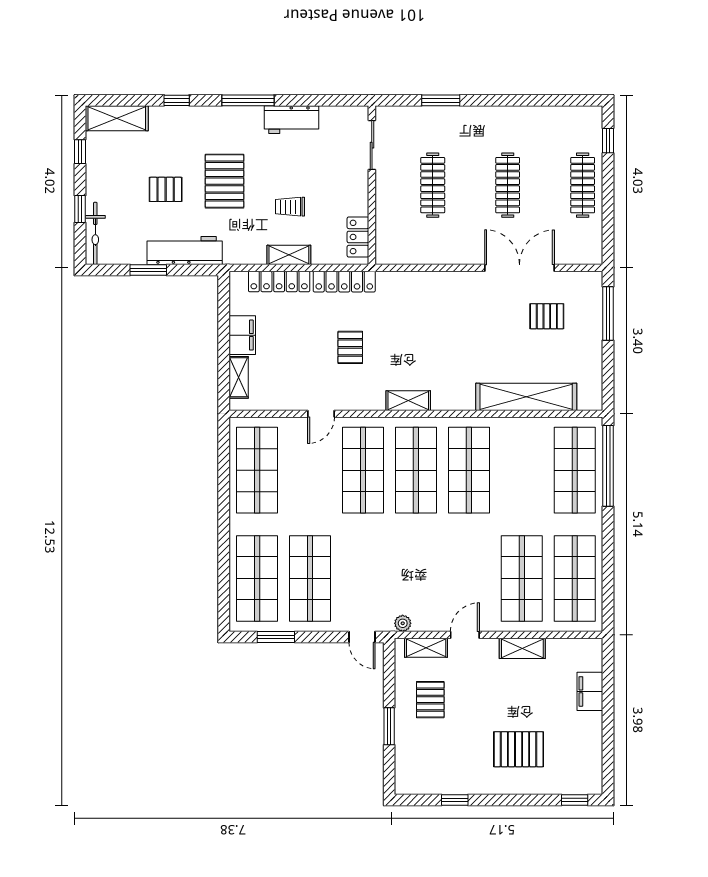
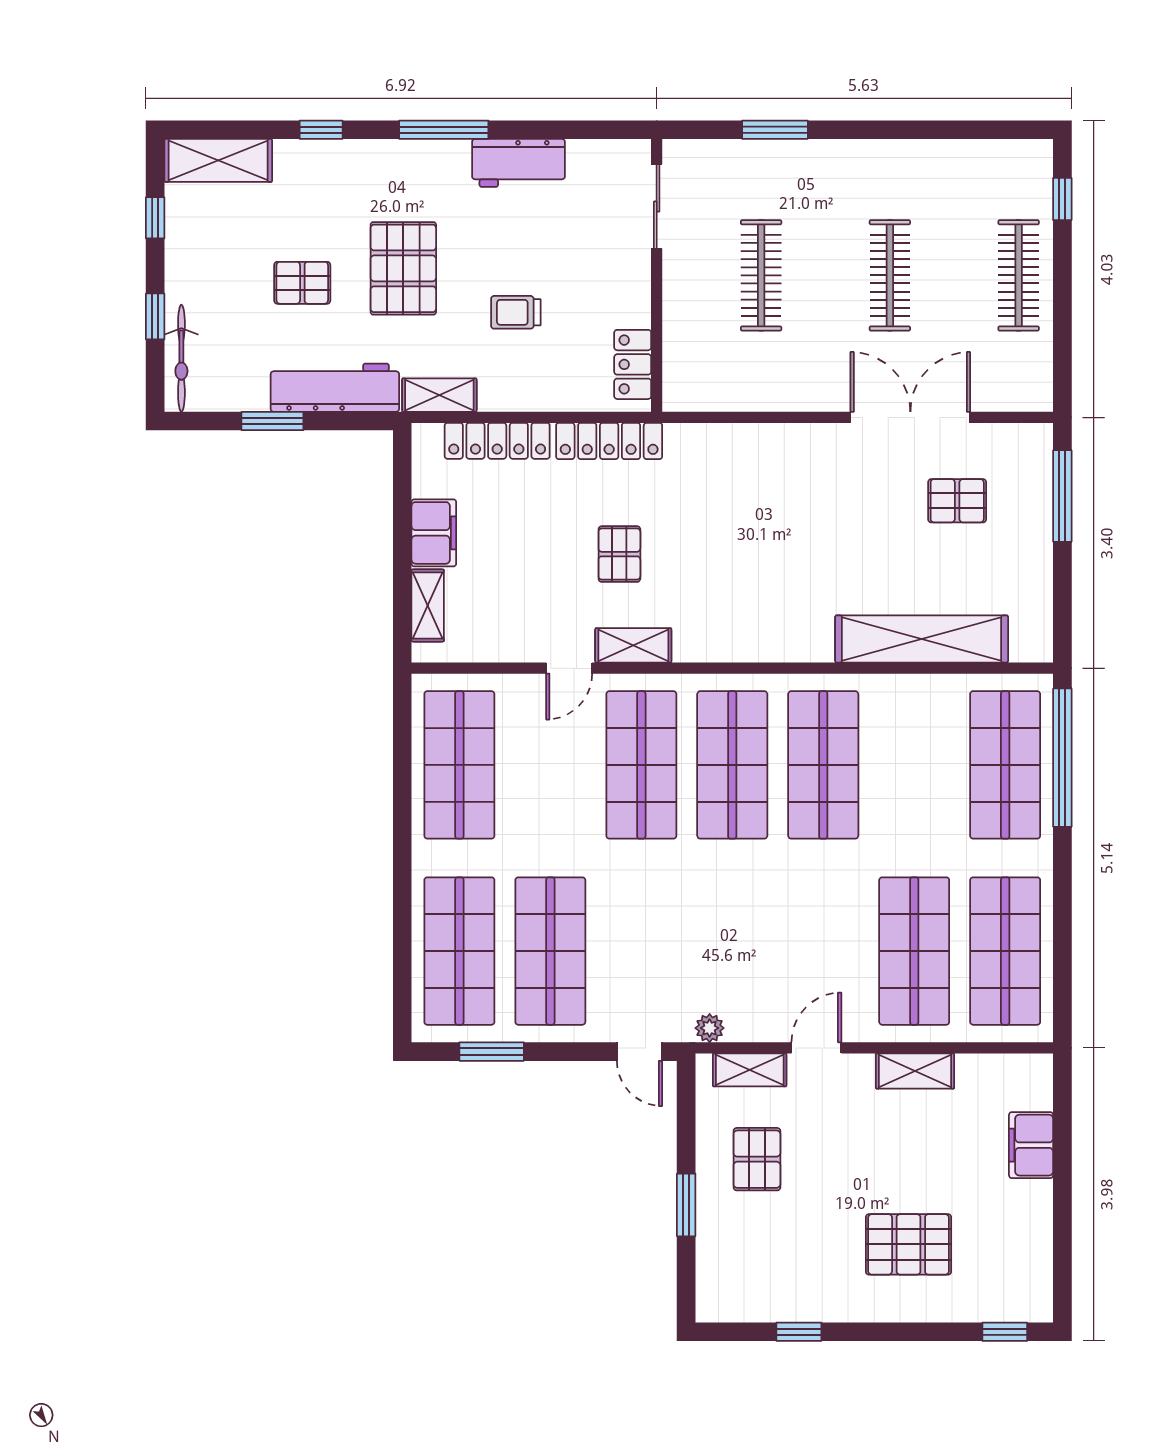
shelving: (289, 255) -> (439, 395), moved
shelving: (408, 401) -> (633, 645), moved

